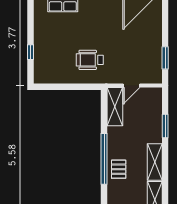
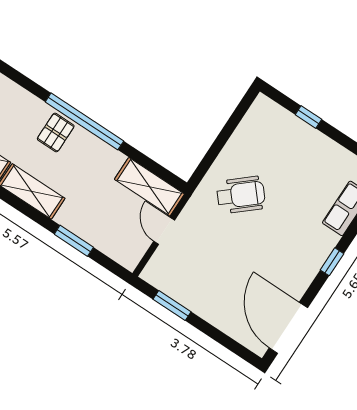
wheelchair: (90, 60) -> (241, 195), turned 49
pallet: (119, 169) -> (56, 132), turned 90

